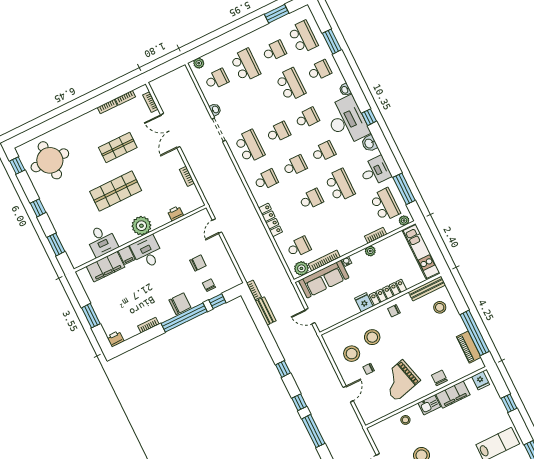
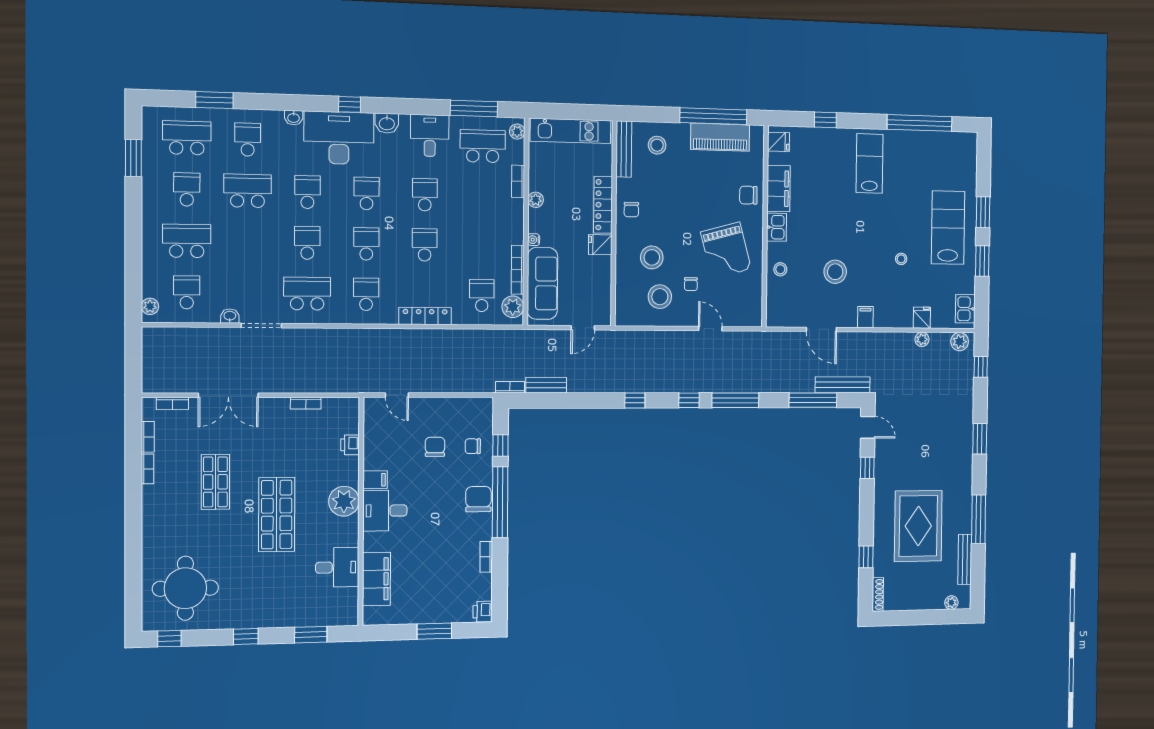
school desk: (340, 185) -> (425, 195), width x0.54
filing cabinet: (126, 255) -> (375, 480), moved
piano: (469, 347) -> (720, 137), width x1.37, depth x1.33

